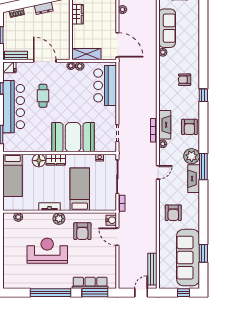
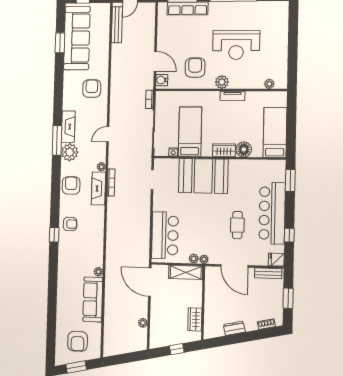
armchair: (185, 80) -> (70, 224), moved
window: (203, 95) -> (54, 235), moved
bed: (80, 189) -> (190, 132), moved, turned 180

